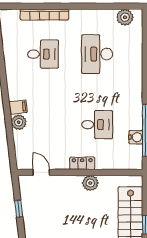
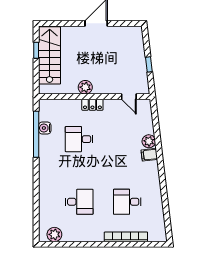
desk: (97, 54) -> (79, 202), width x0.73

